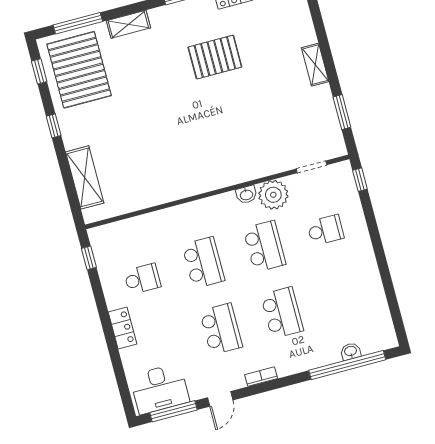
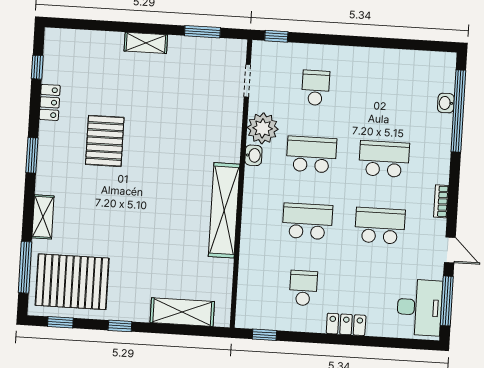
shelving: (188, 185) -> (224, 210), added

